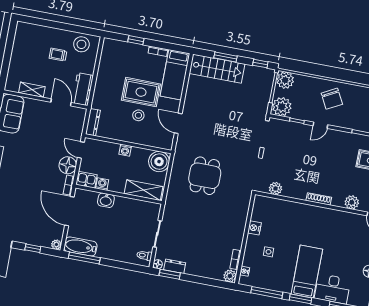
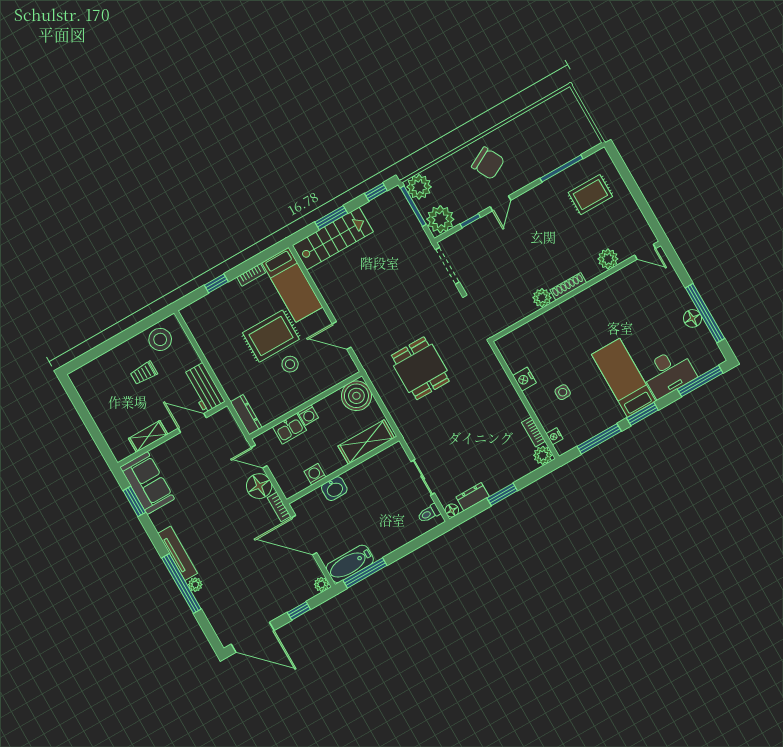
kitchen sink: (87, 180) -> (289, 429), moved, turned 180
plant: (275, 189) -> (542, 298), moved
window: (170, 274) -> (502, 494), moved

